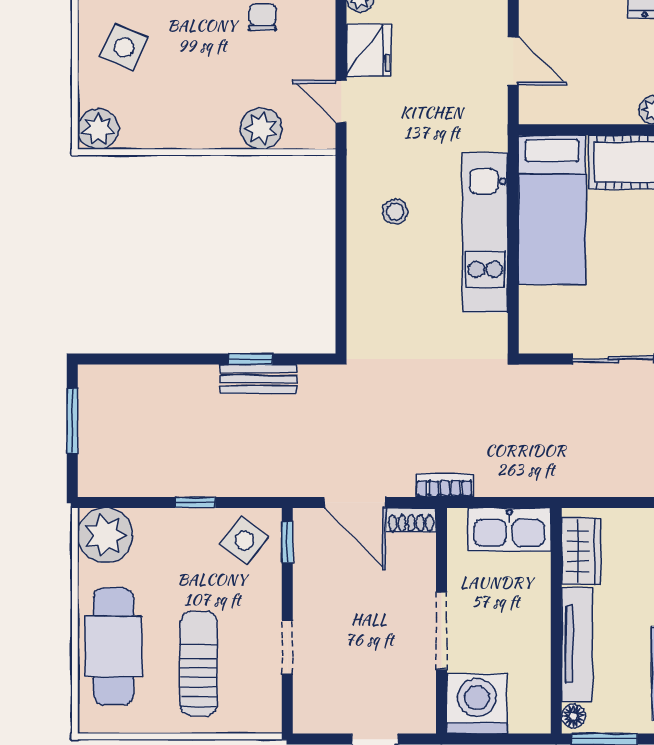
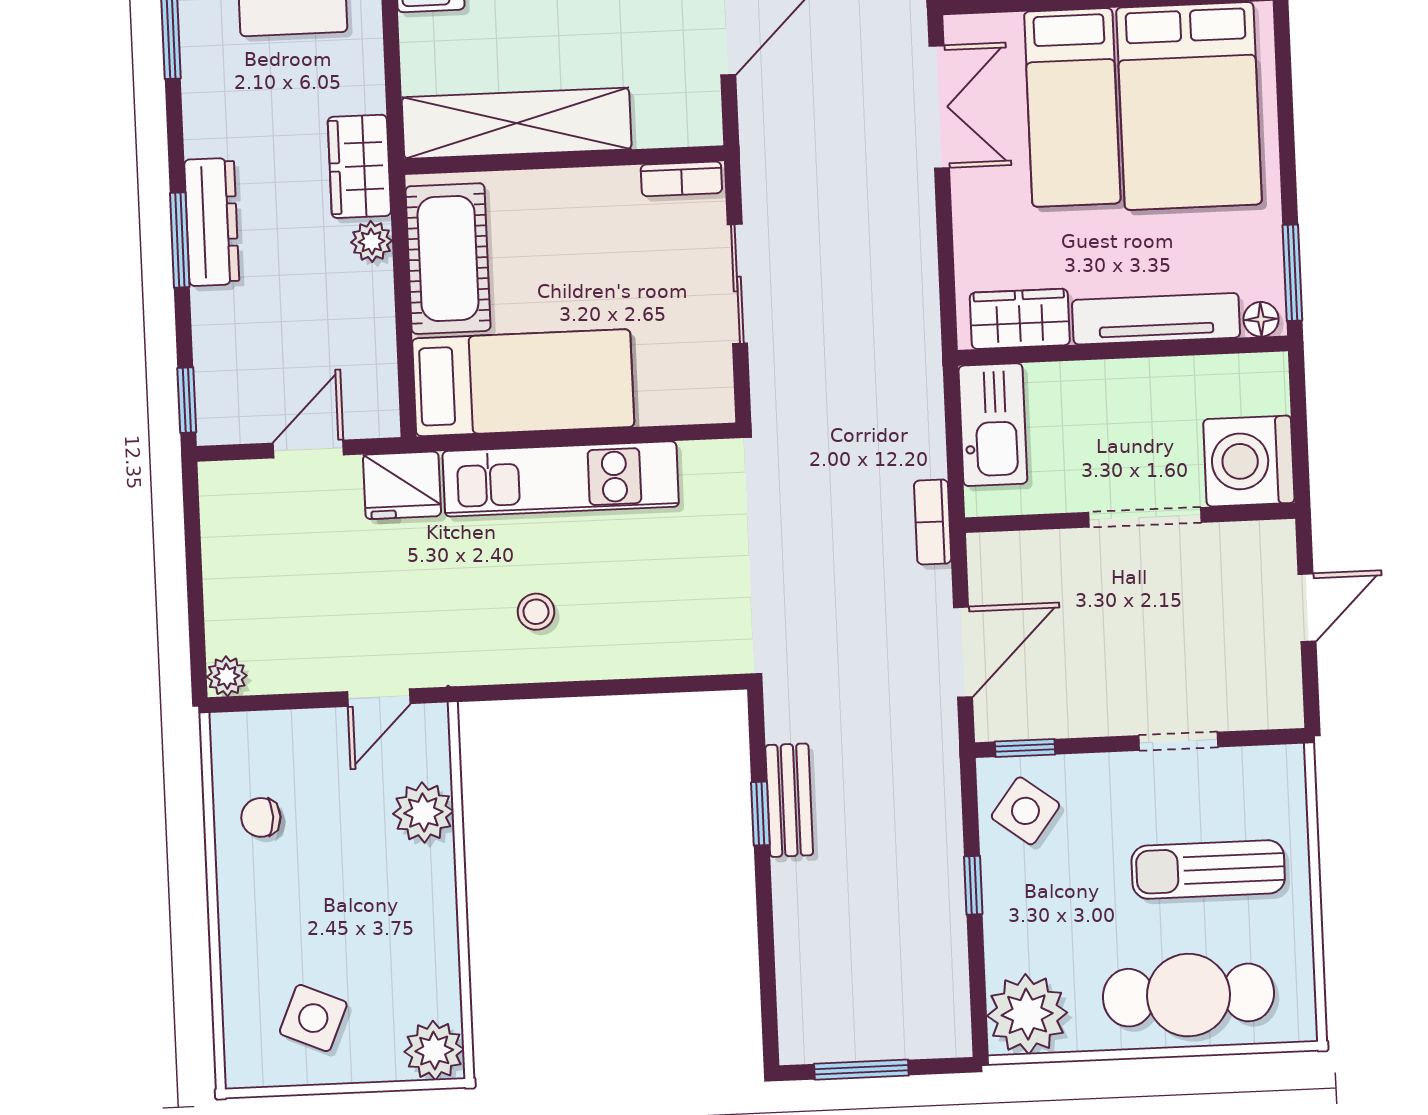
fridge: (369, 50) -> (402, 485), moved, turned 180
shoe rack: (411, 520) -> (985, 569), removed

